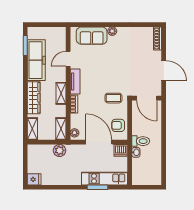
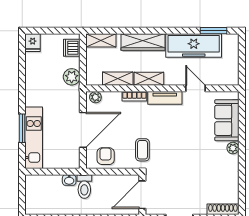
shelving: (61, 129) -> (118, 79), moved
dishwasher: (120, 150) -> (72, 48), moved

